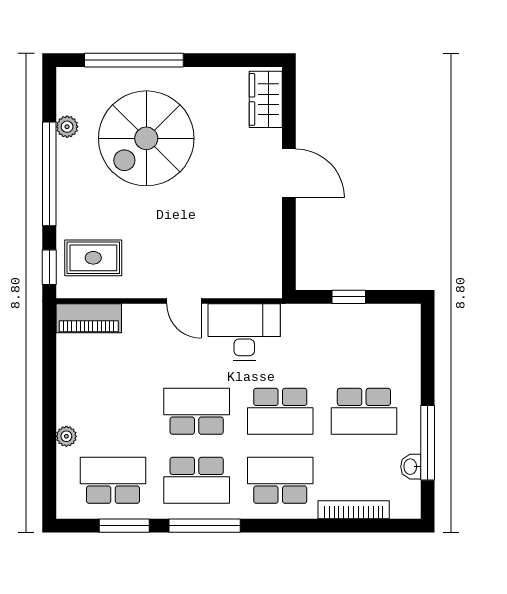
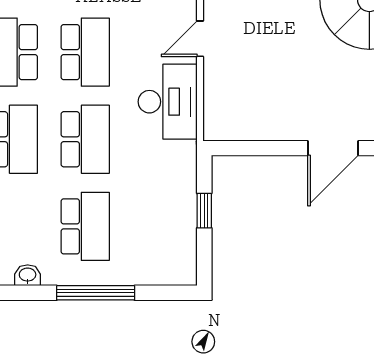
school desk: (280, 411) -> (85, 139), turned 180
school desk: (364, 411) -> (85, 226), turned 180
window: (428, 443) -> (96, 293), moved

